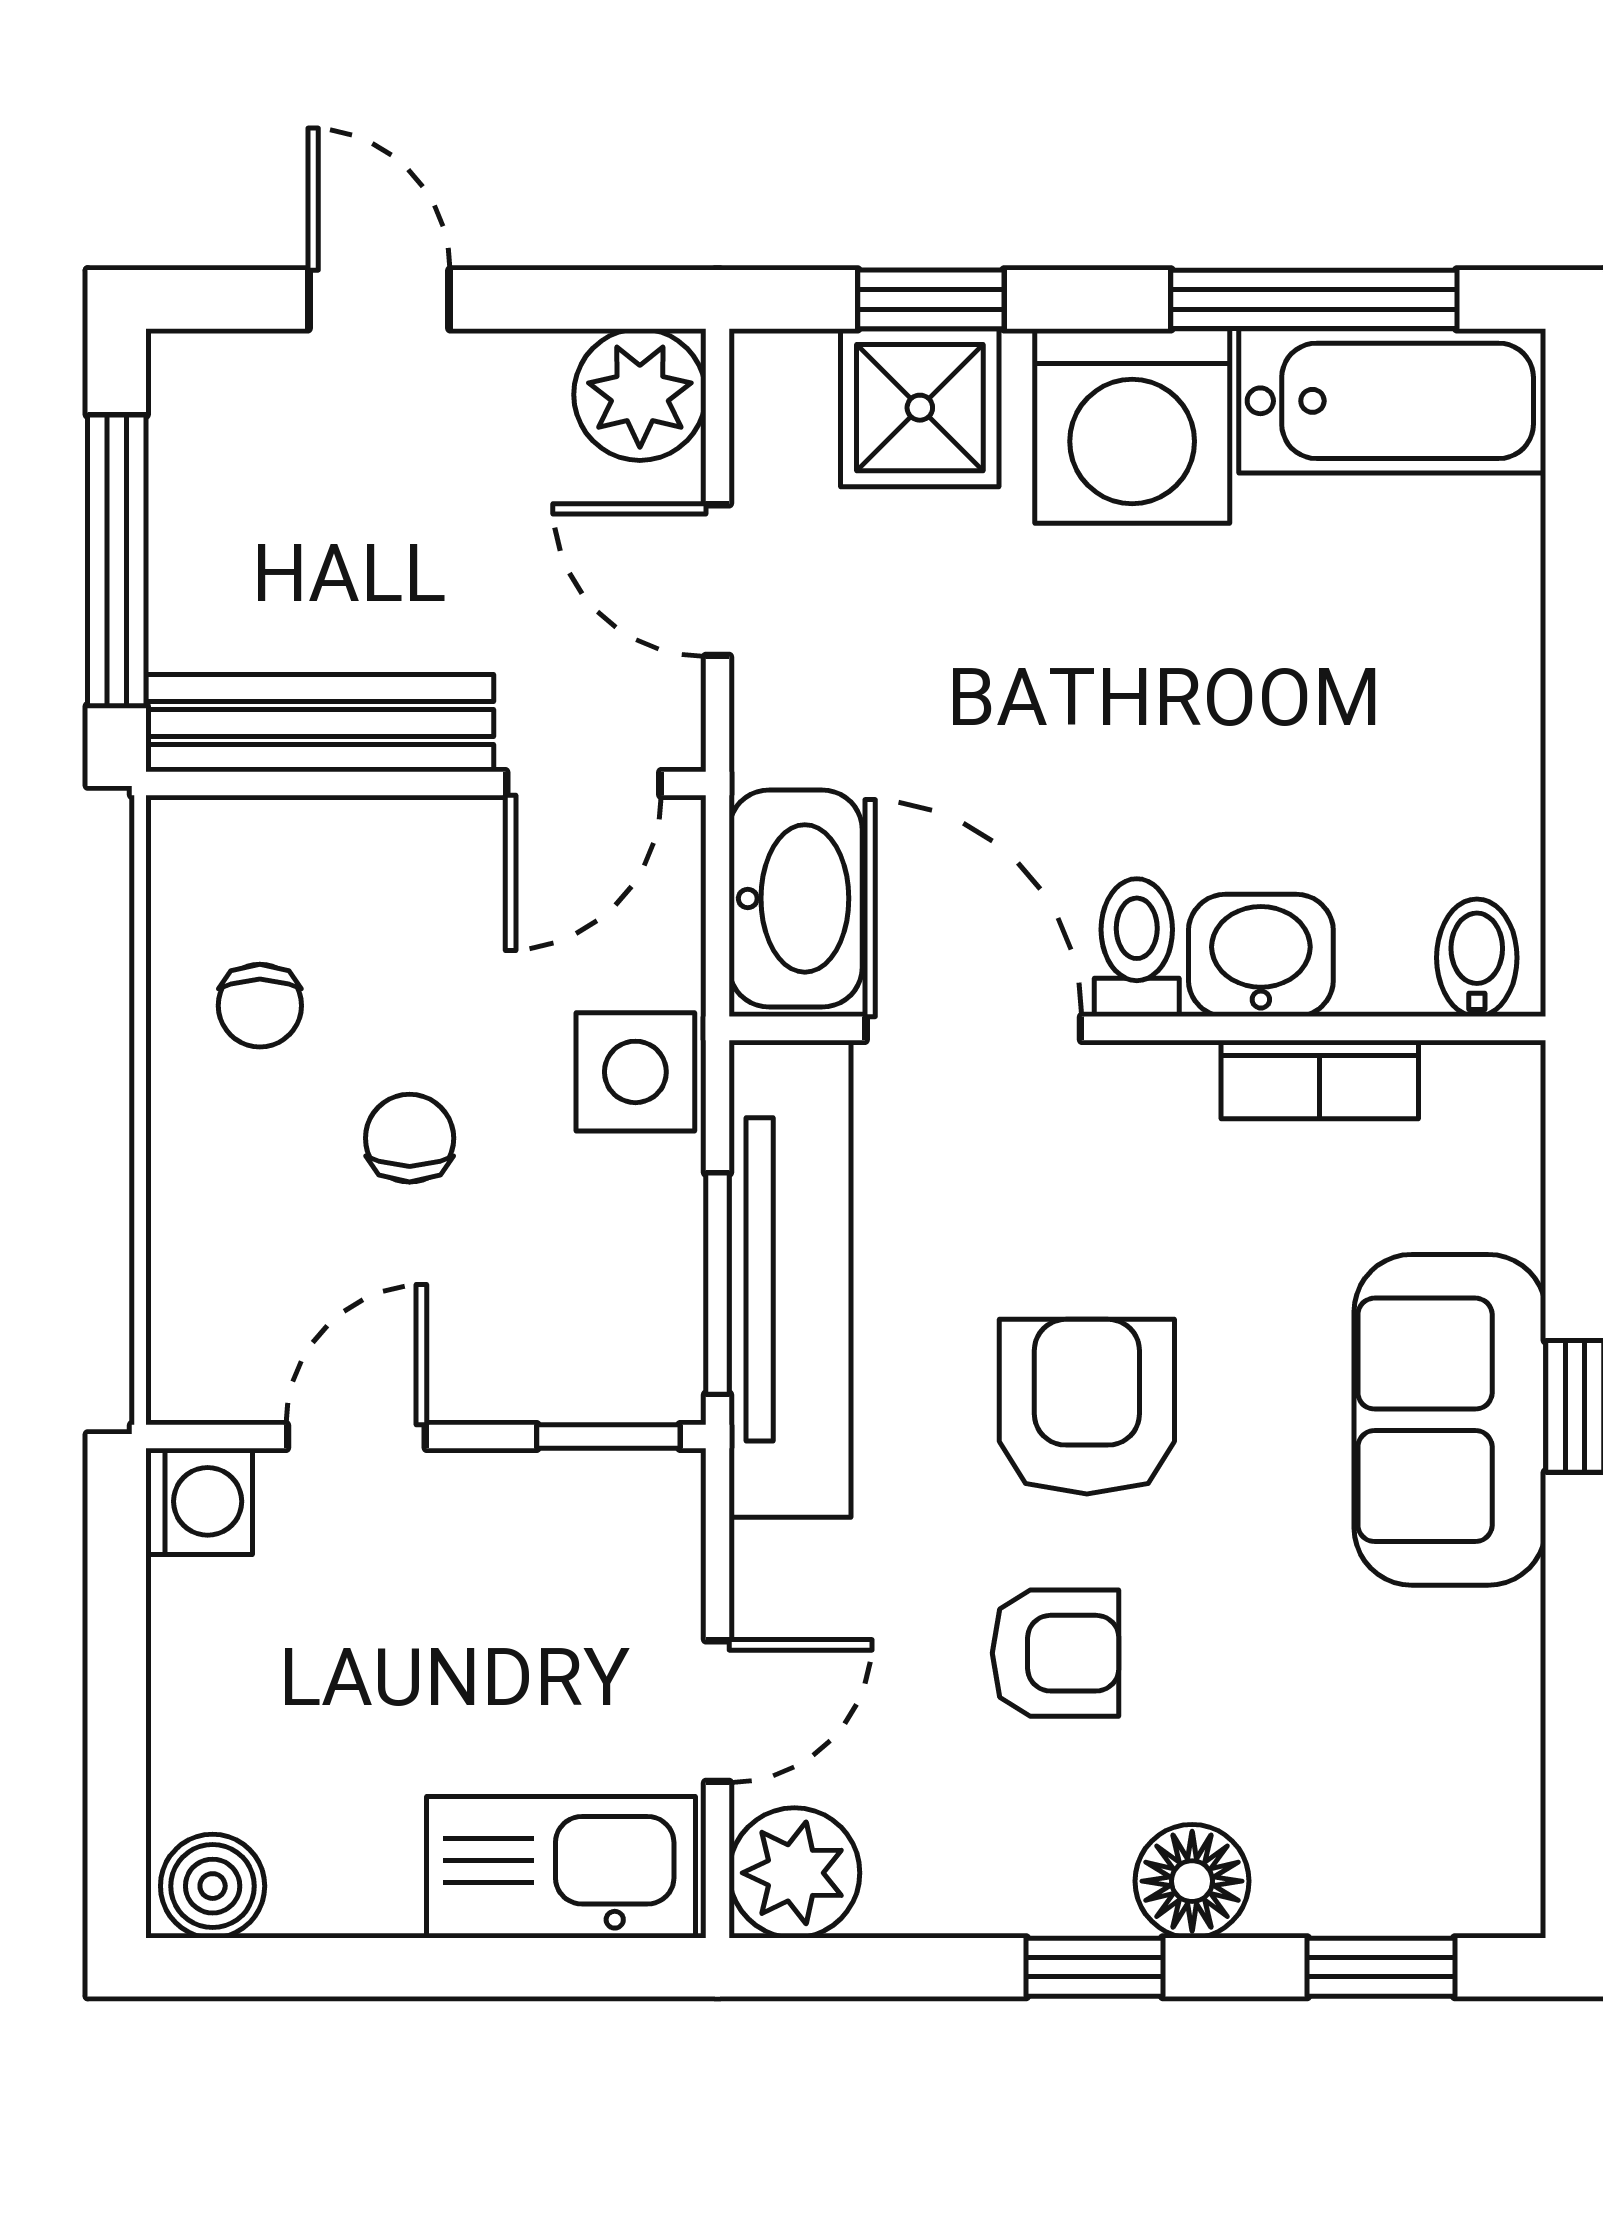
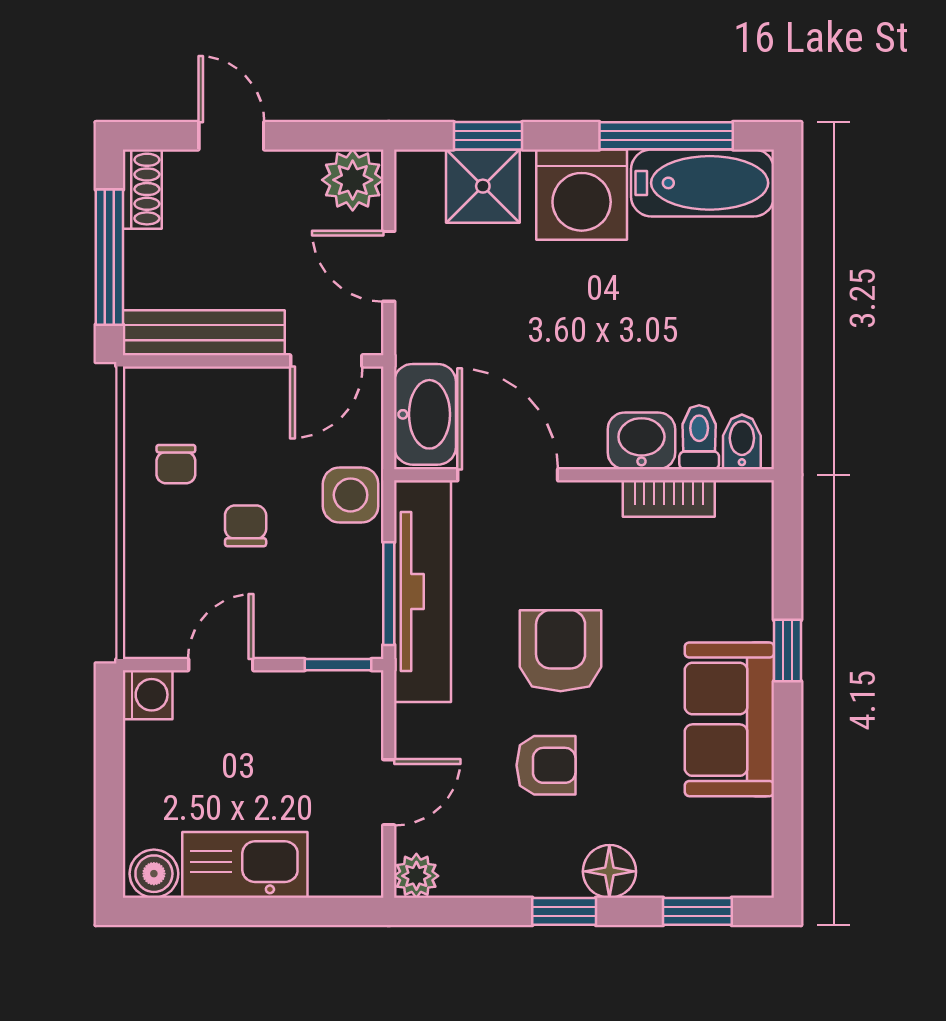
shoe rack: (188, 414) -> (142, 189), added
toilet: (1137, 948) -> (699, 437), moved
sofa: (1450, 1420) -> (729, 719), moved
kitchen sink: (561, 1867) -> (245, 865), moved
plant: (794, 1873) -> (416, 876), width x0.73, depth x0.73

